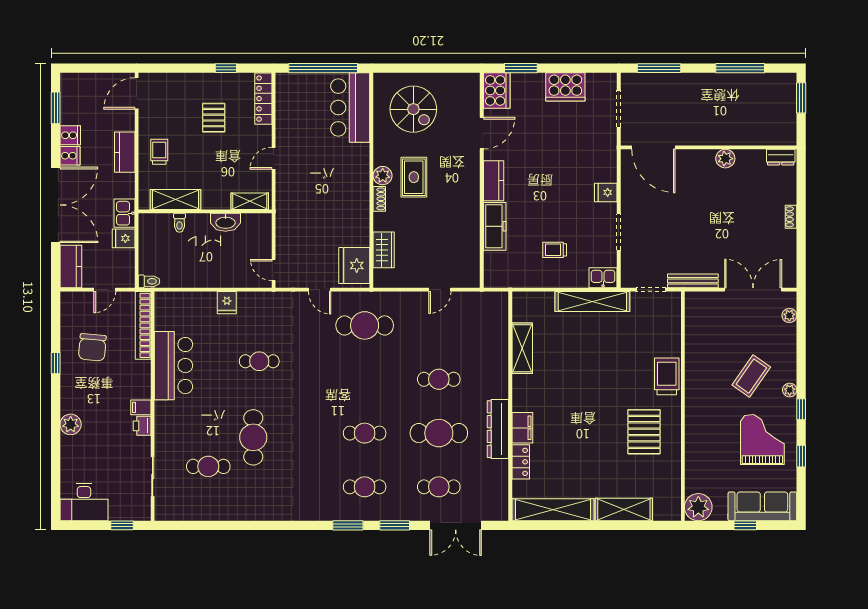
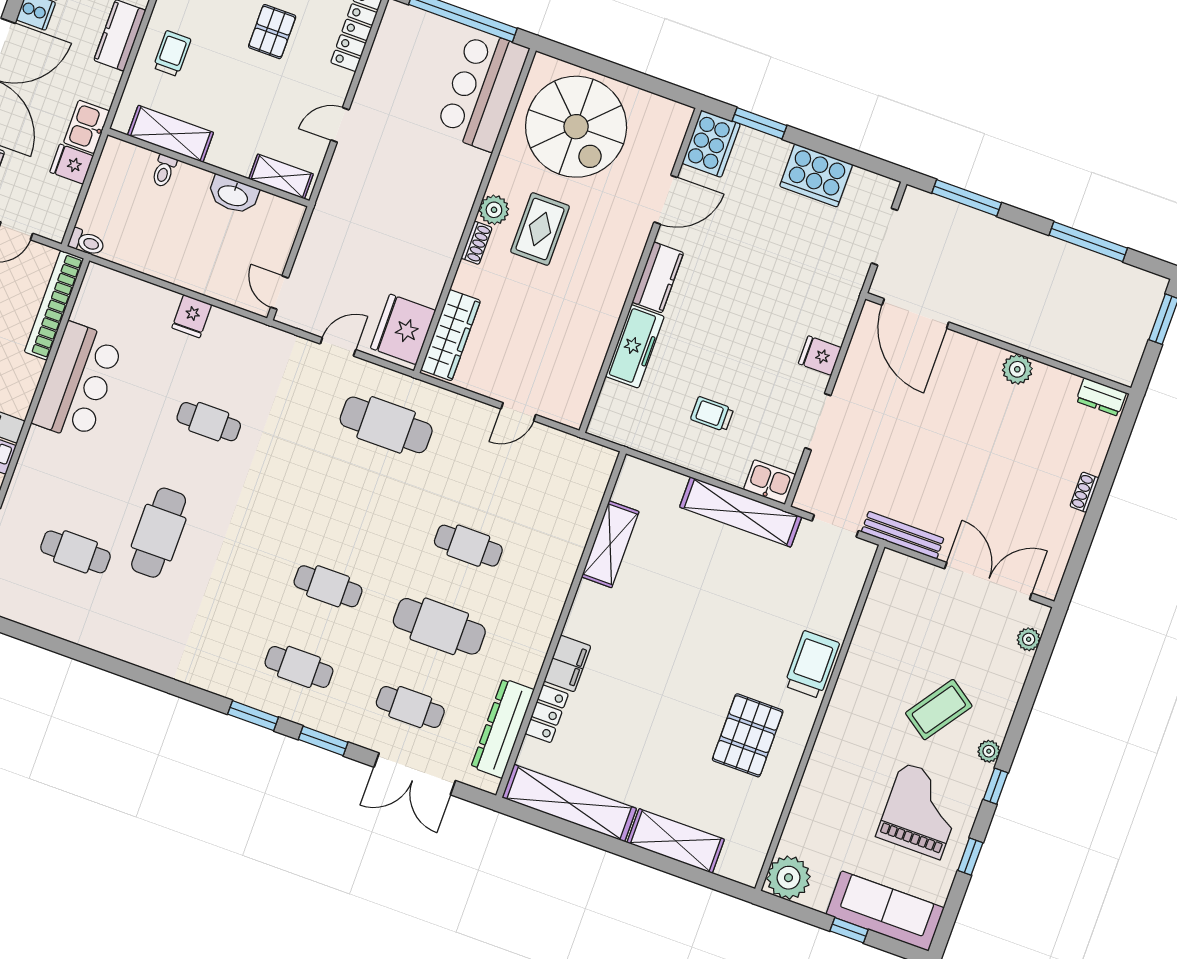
spiral stairs: (413, 109) -> (576, 127), width x1.37, depth x1.37
wardrobe: (384, 250) -> (451, 335), width x1.50
door: (320, 290) -> (338, 347), swing flipped
dresser: (498, 429) -> (503, 728), moved

